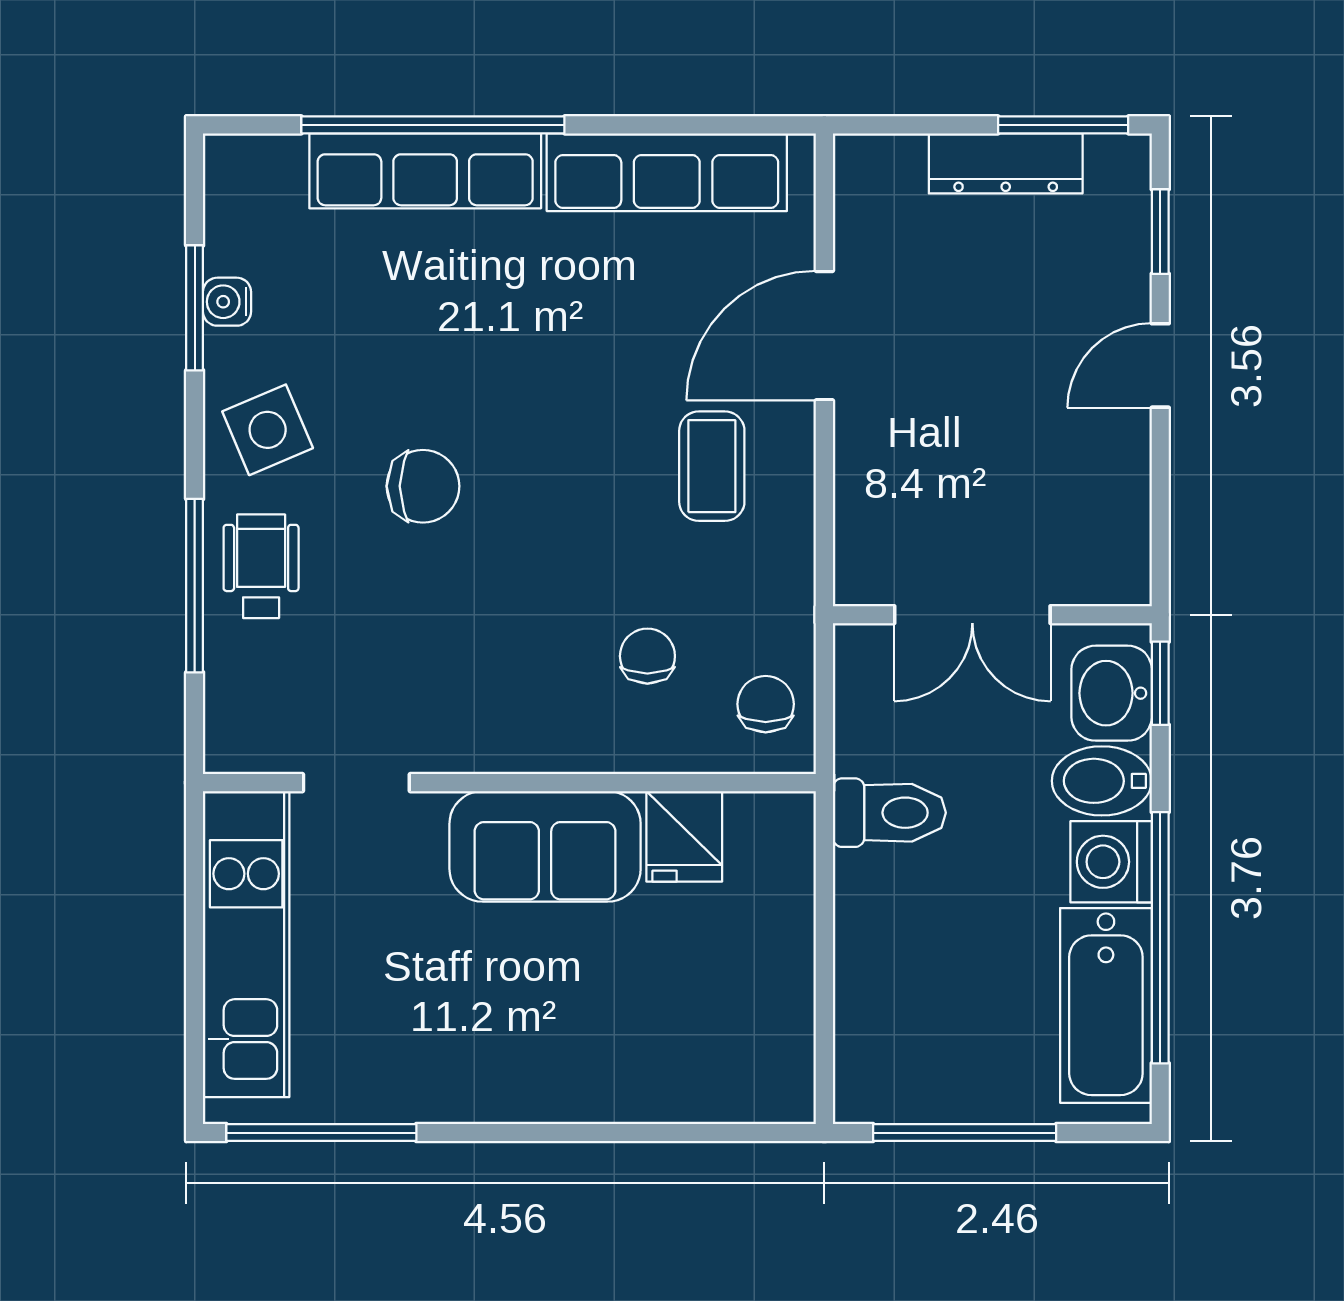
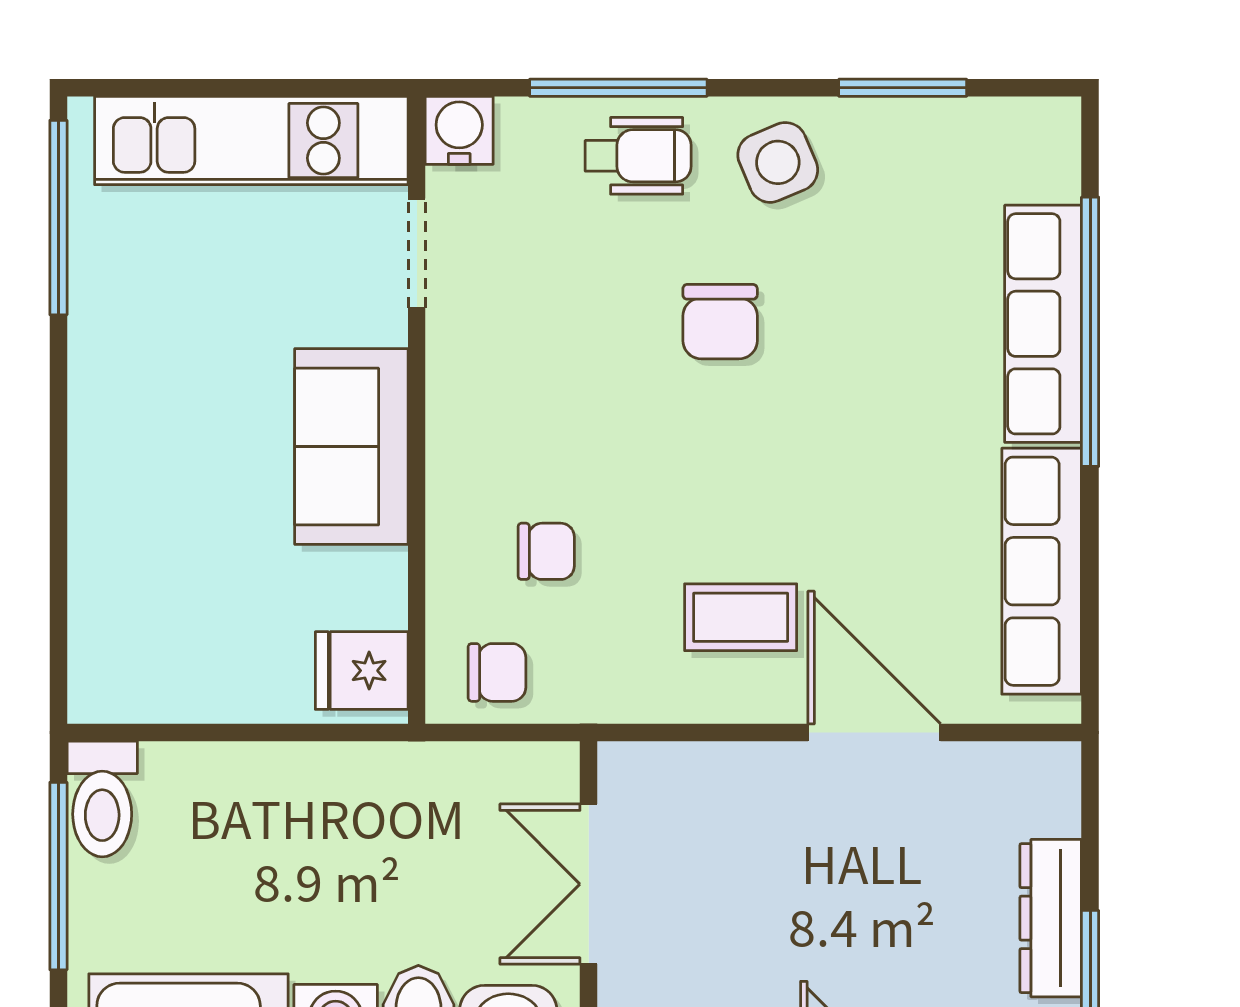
water cooler: (227, 302) -> (459, 130), moved, width x1.38, depth x1.38
toilet: (889, 813) -> (102, 799), moved
fridge: (684, 836) -> (362, 671), moved

